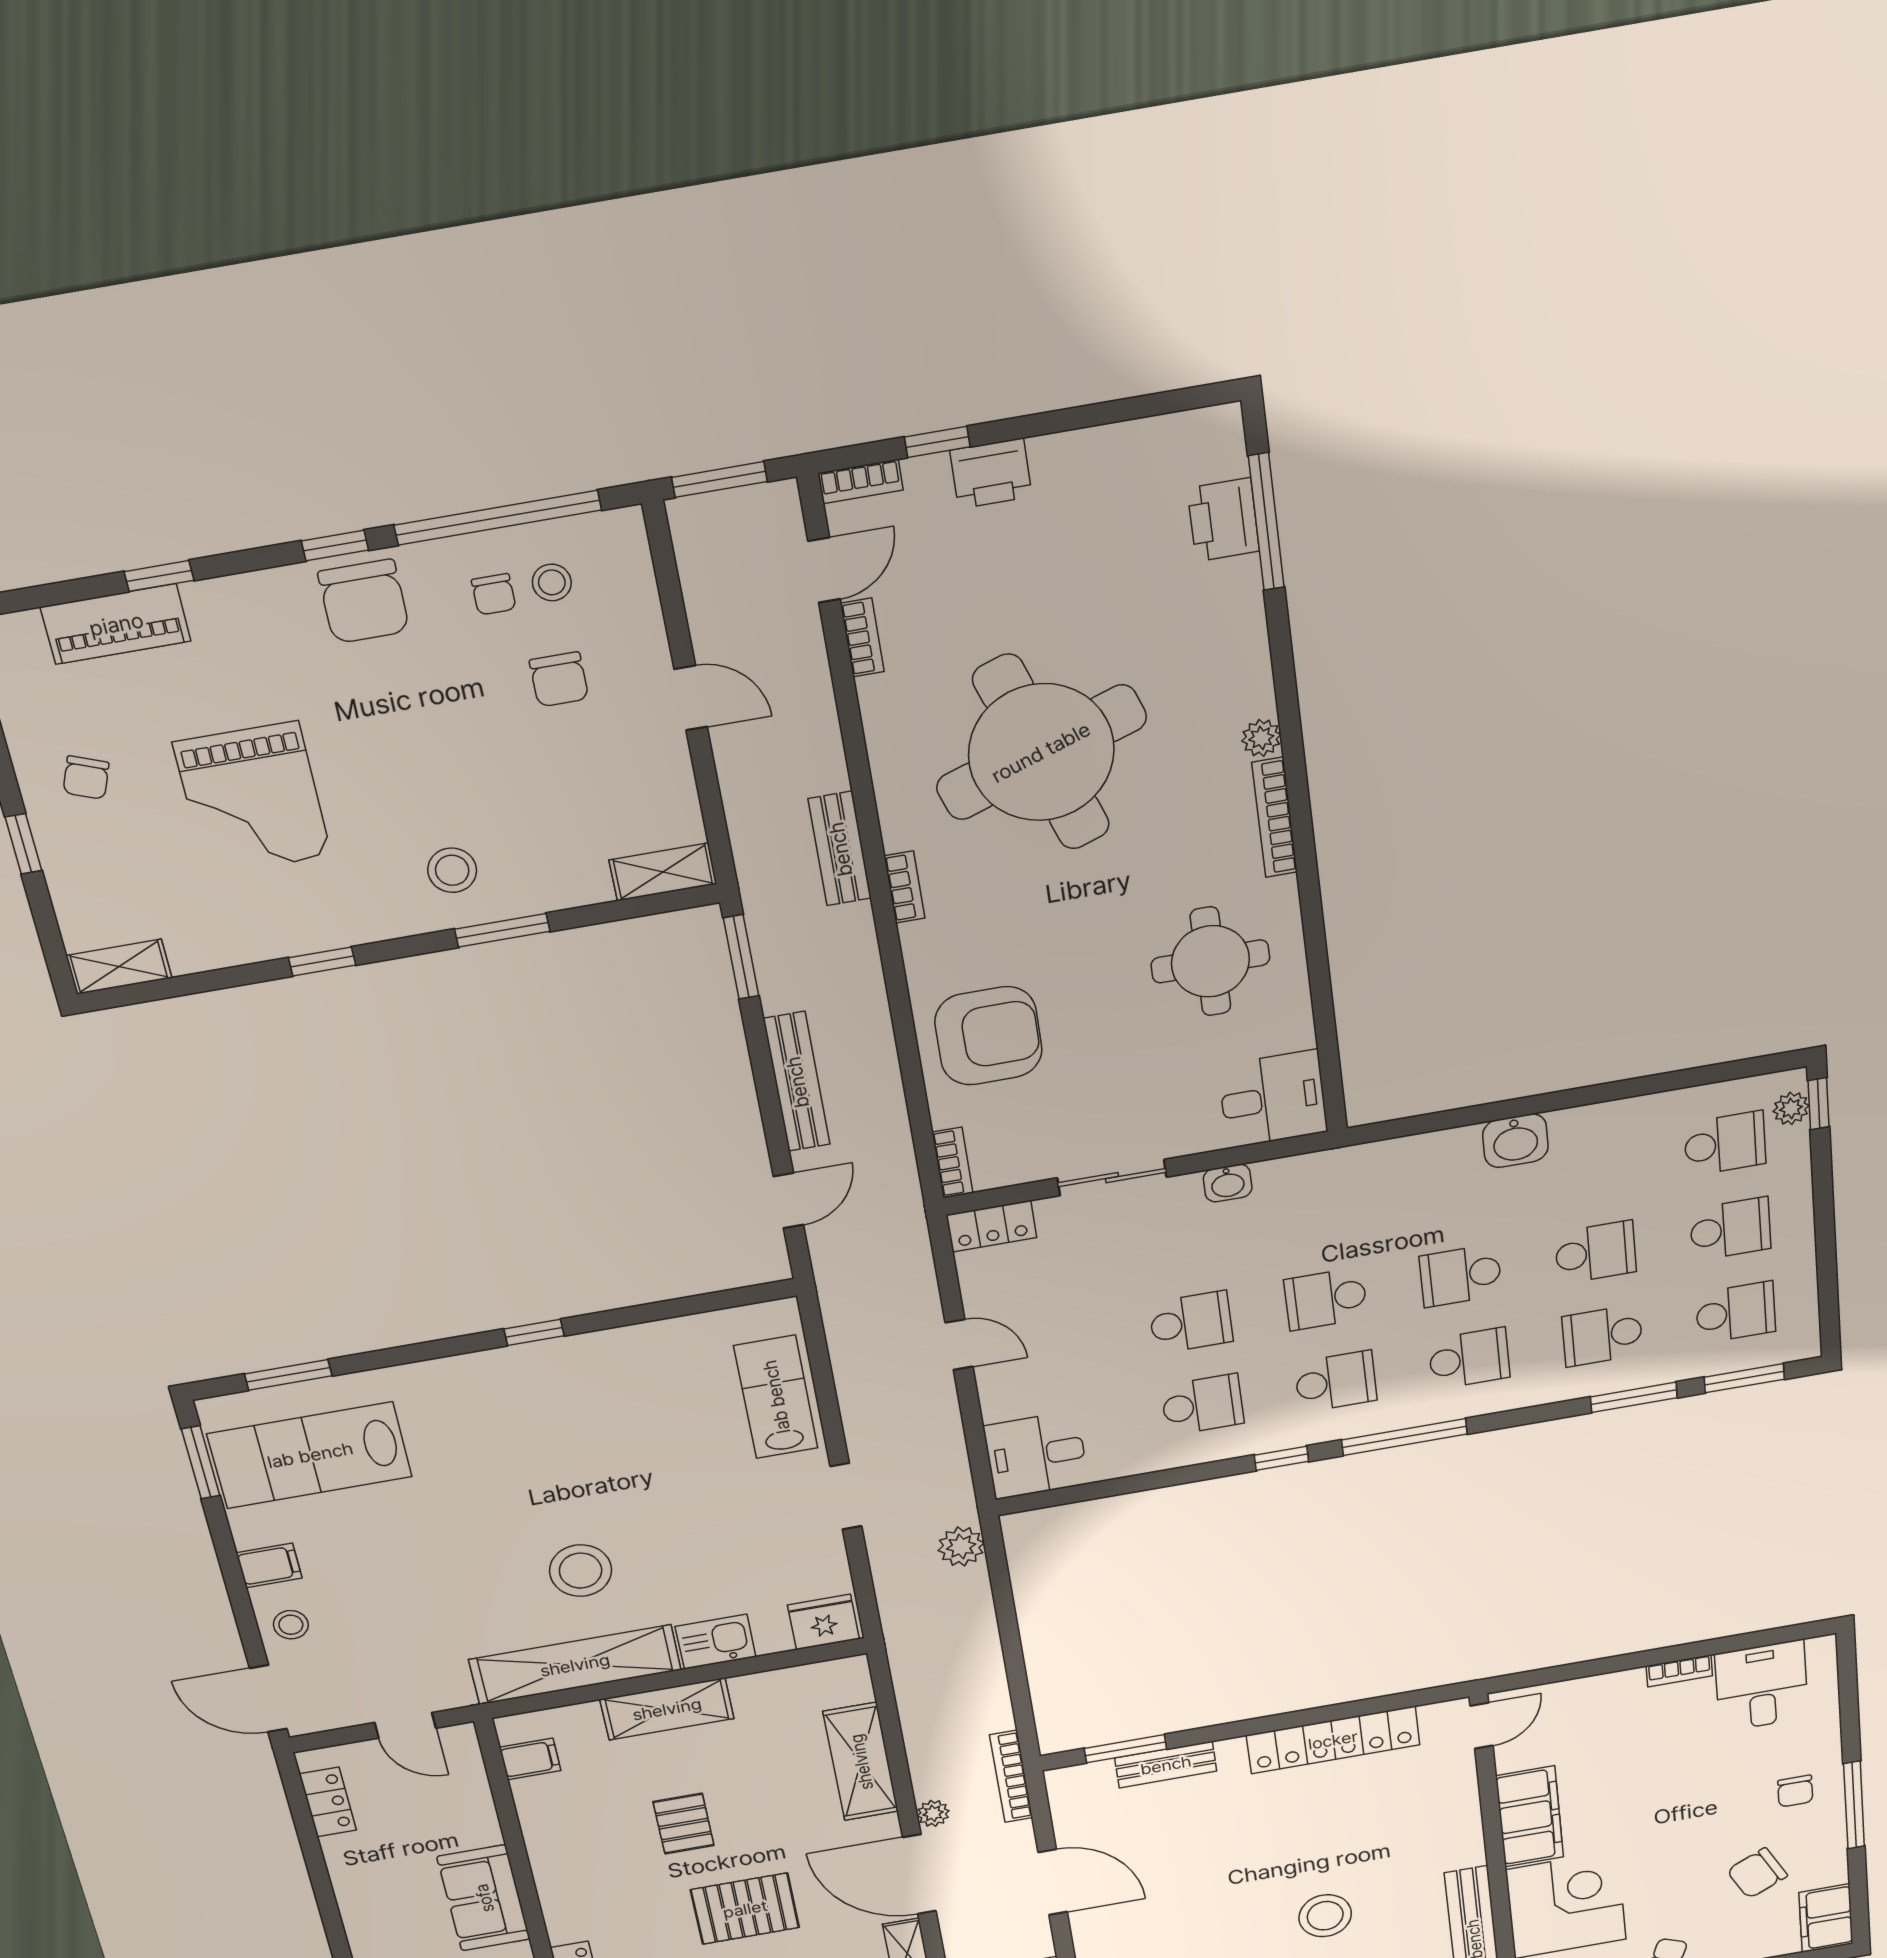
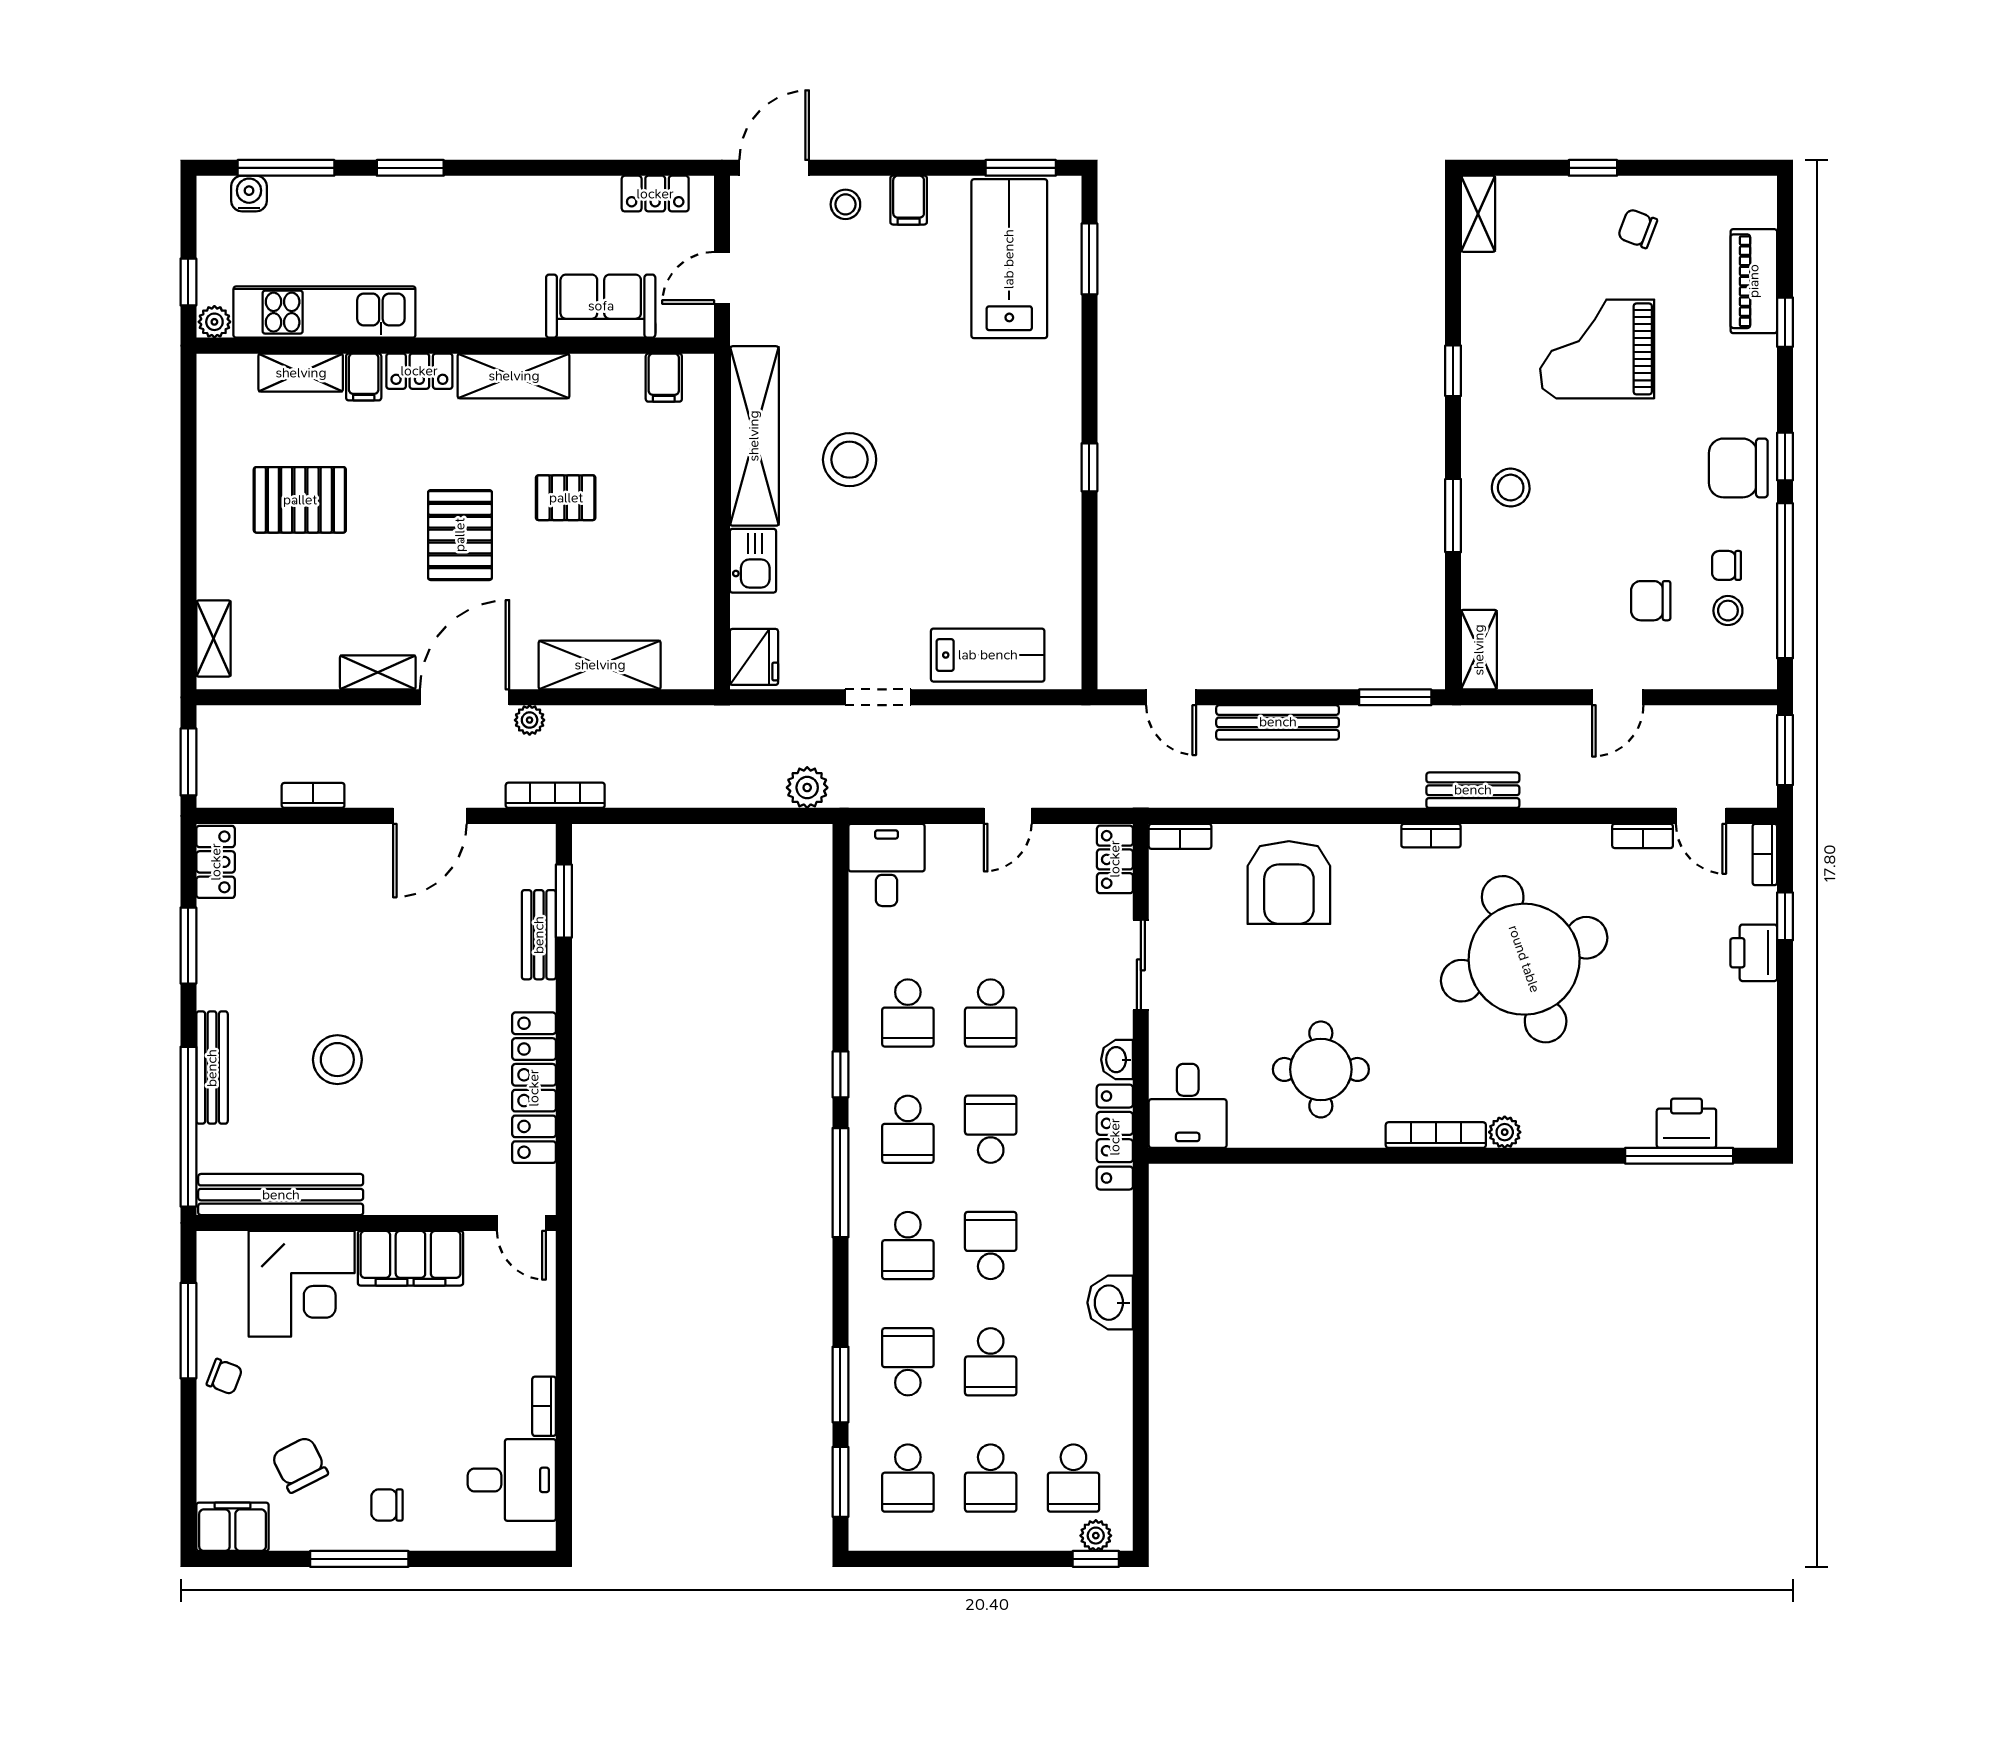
locker: (1319, 1170) -> (1115, 1137), added
shelving: (667, 1709) -> (514, 376), moved, turned 90
sofa: (484, 1898) -> (601, 306), moved

